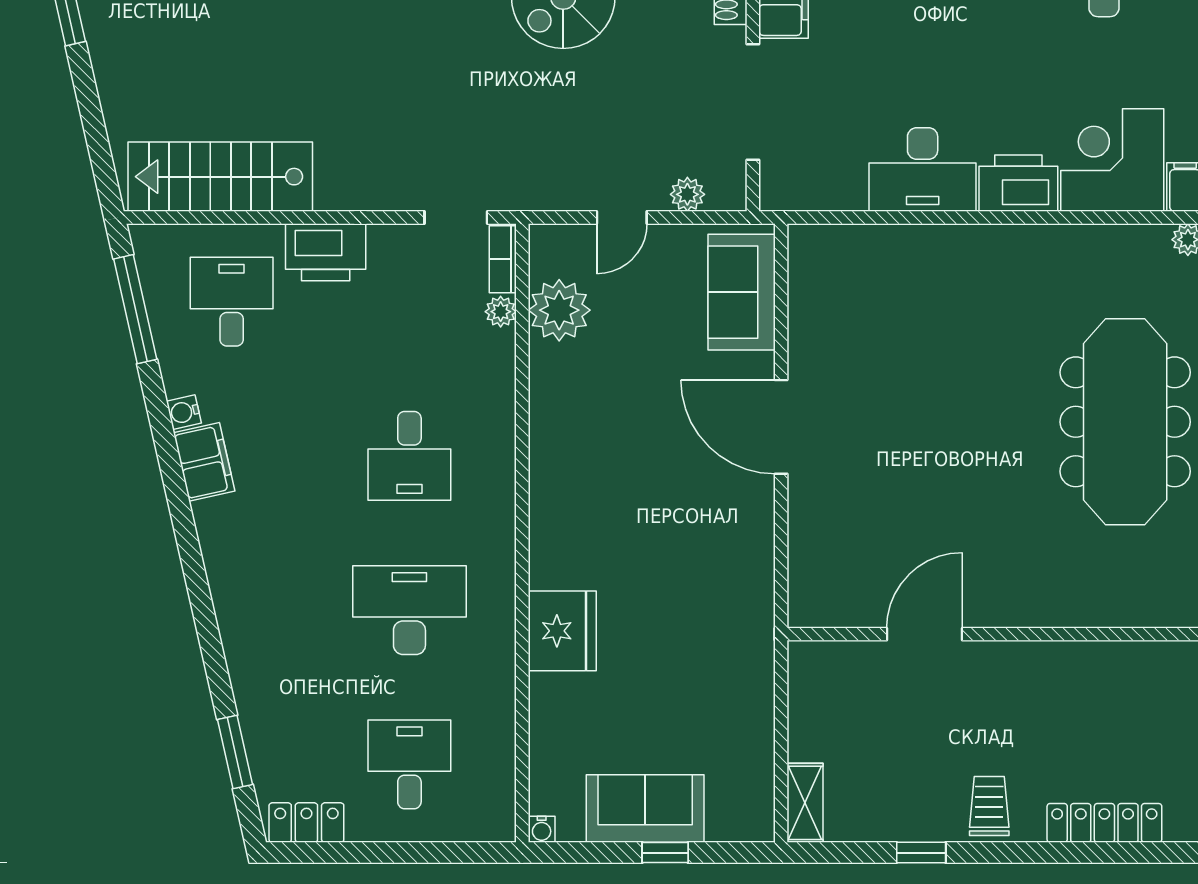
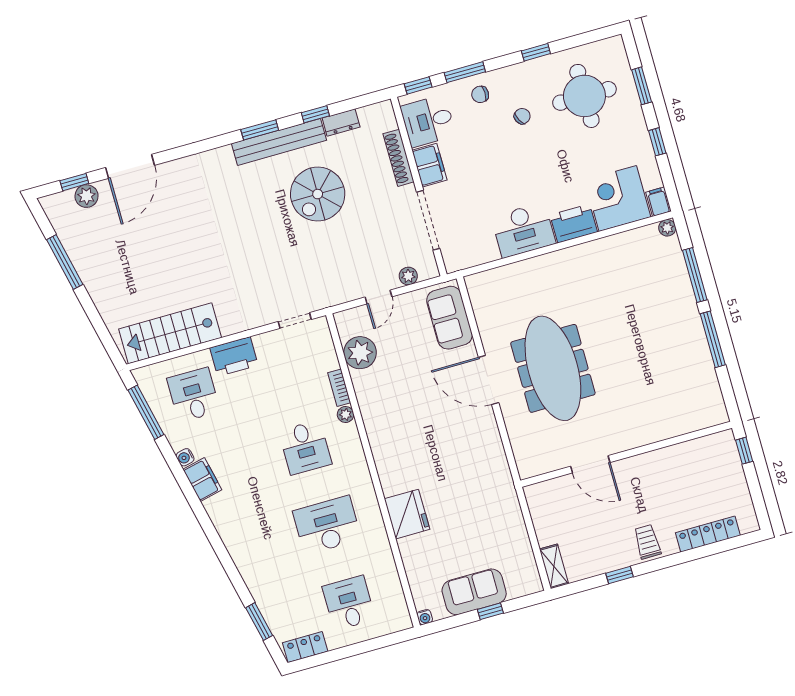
bookcase: (503, 259) -> (339, 388), moved
plant: (501, 312) -> (346, 414), moved
meeting table: (1125, 422) -> (553, 368), moved
door: (924, 634) -> (590, 464), swing flipped

